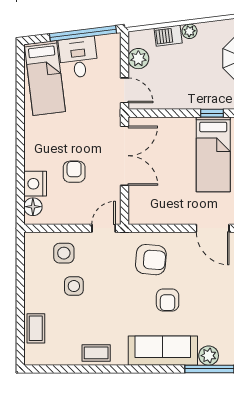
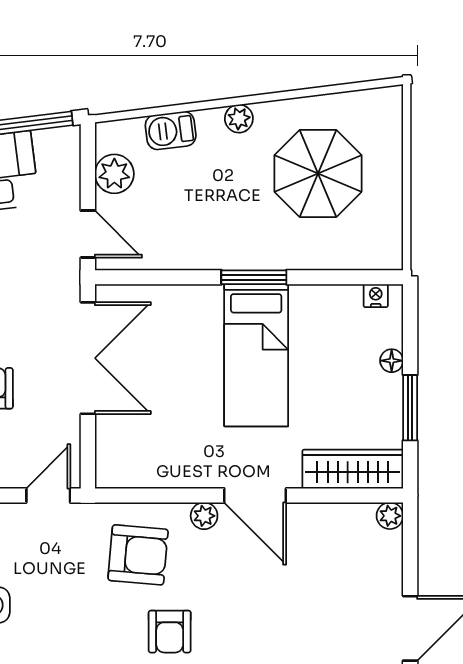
plant: (189, 31) -> (239, 119), moved
window: (212, 113) -> (254, 277), width x1.50
plant: (186, 239) -> (204, 516), added

